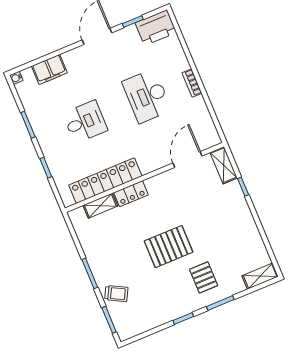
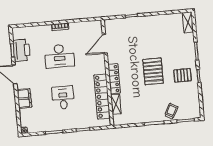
printer: (156, 28) -> (22, 50), moved
filing cabinet: (49, 69) -> (24, 98), moved
door: (187, 160) -> (105, 44), hinge flipped
shelving: (224, 165) -> (115, 23), removed
locker: (131, 194) -> (114, 79), width x1.53
pallet: (204, 277) -> (182, 75), moved

